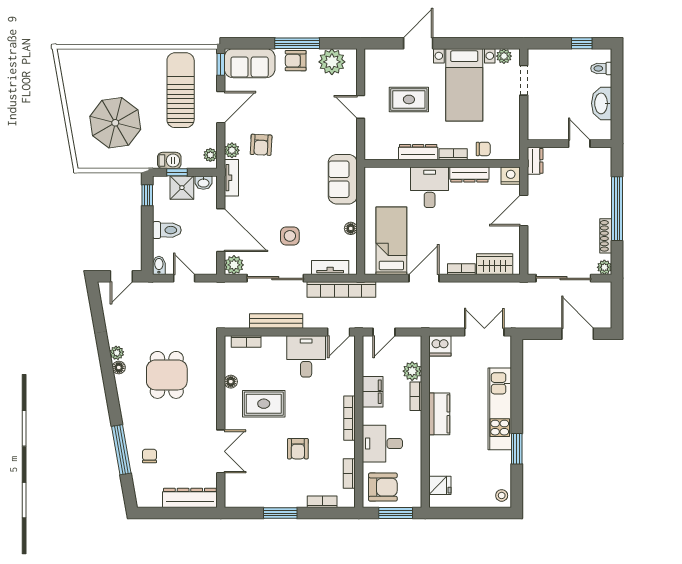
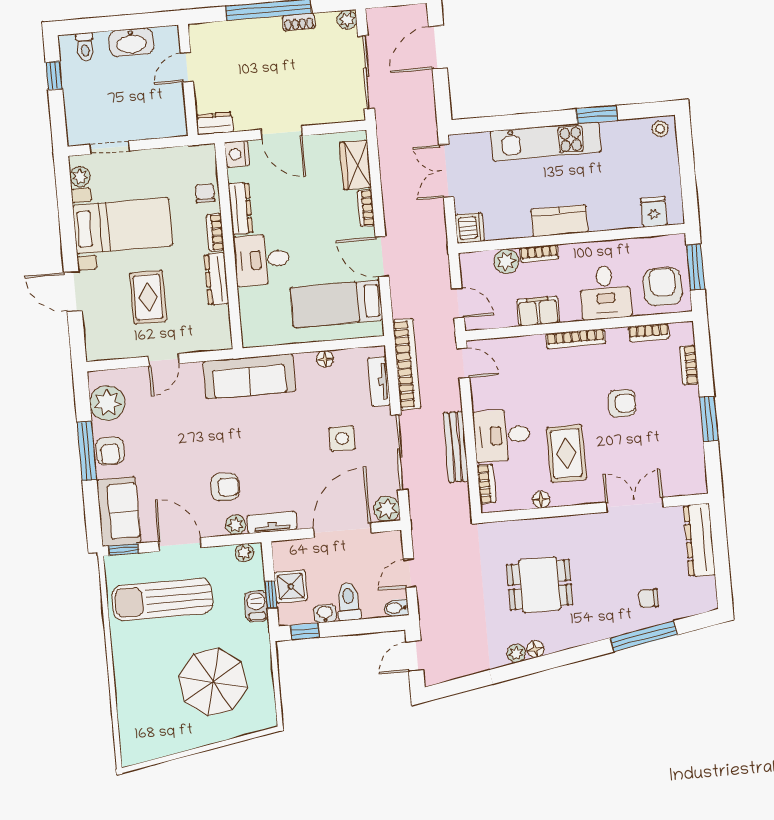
sofa: (343, 179) -> (249, 376), width x1.36
washbasin: (203, 183) -> (325, 613), moved, turned -90
shoe rack: (606, 236) -> (299, 22), width x0.70
door: (121, 276) -> (415, 656), swing flipped
desk: (306, 356) -> (502, 435), moved

